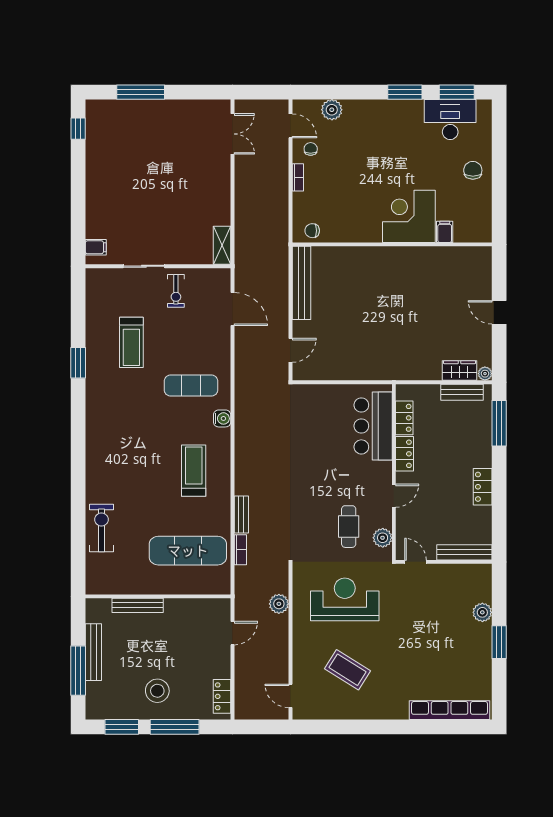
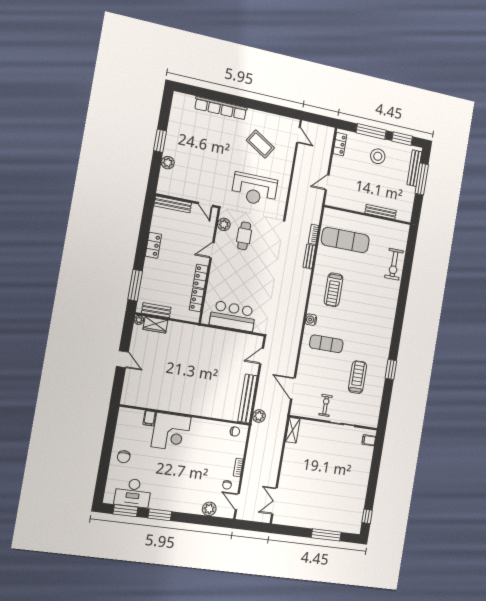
bar counter: (373, 426) -> (233, 316), moved, turned -90
plant: (279, 604) -> (259, 416), moved
bench: (93, 652) -> (414, 168), moved
row of seats: (450, 710) -> (221, 108), moved

